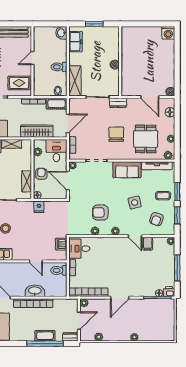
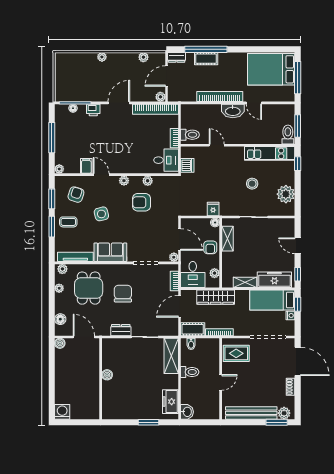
wall: (120, 61) -> (101, 379), moved
boiler: (115, 65) -> (107, 375), moved
chair: (116, 134) -> (123, 294), turned 180
armchair: (100, 212) -> (141, 202), turned 180
washbasin: (35, 291) -> (233, 111), moved
printer: (169, 292) -> (93, 110), moved

